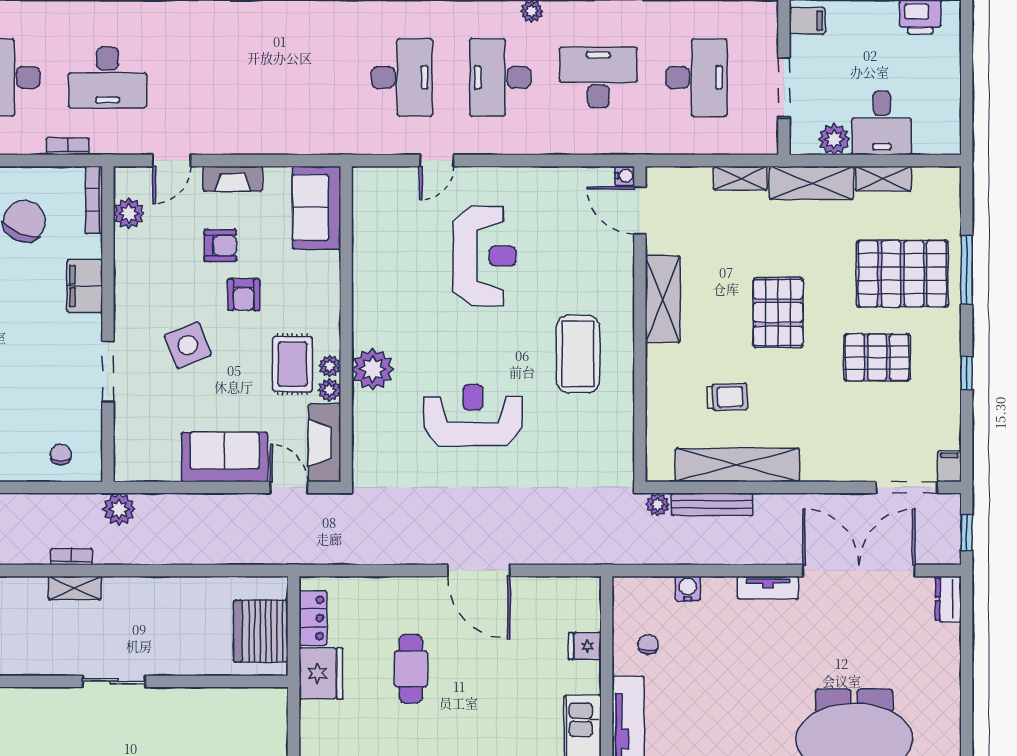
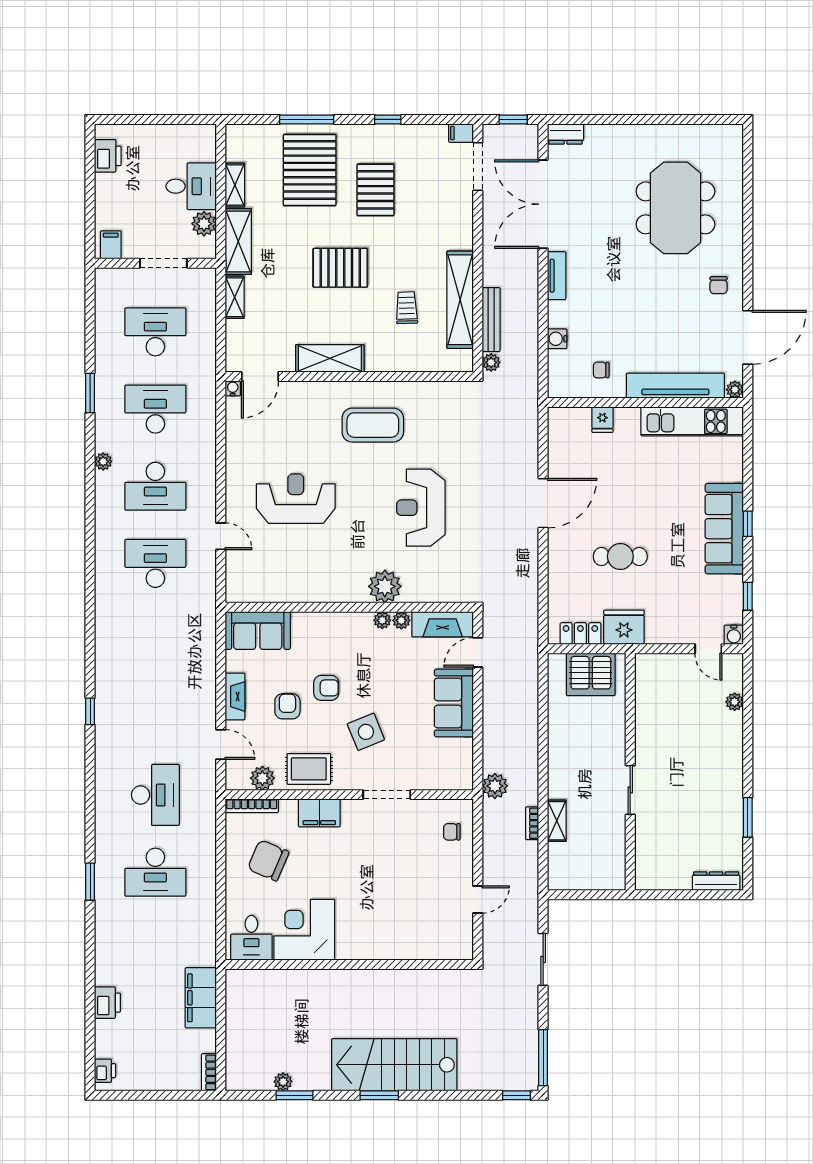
desk: (598, 77) -> (155, 409), turned 90
bookcase: (68, 146) -> (210, 826), removed
rug: (292, 364) -> (309, 769), moved

